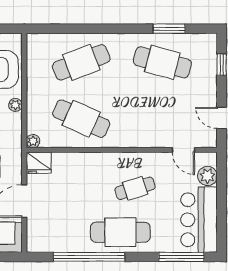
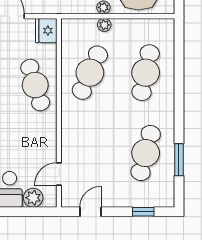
cafe table: (81, 62) -> (146, 73), turned 33
plant: (33, 141) -> (104, 25), moved
cafe table: (135, 188) -> (35, 85), moved, width x1.37, depth x1.35

